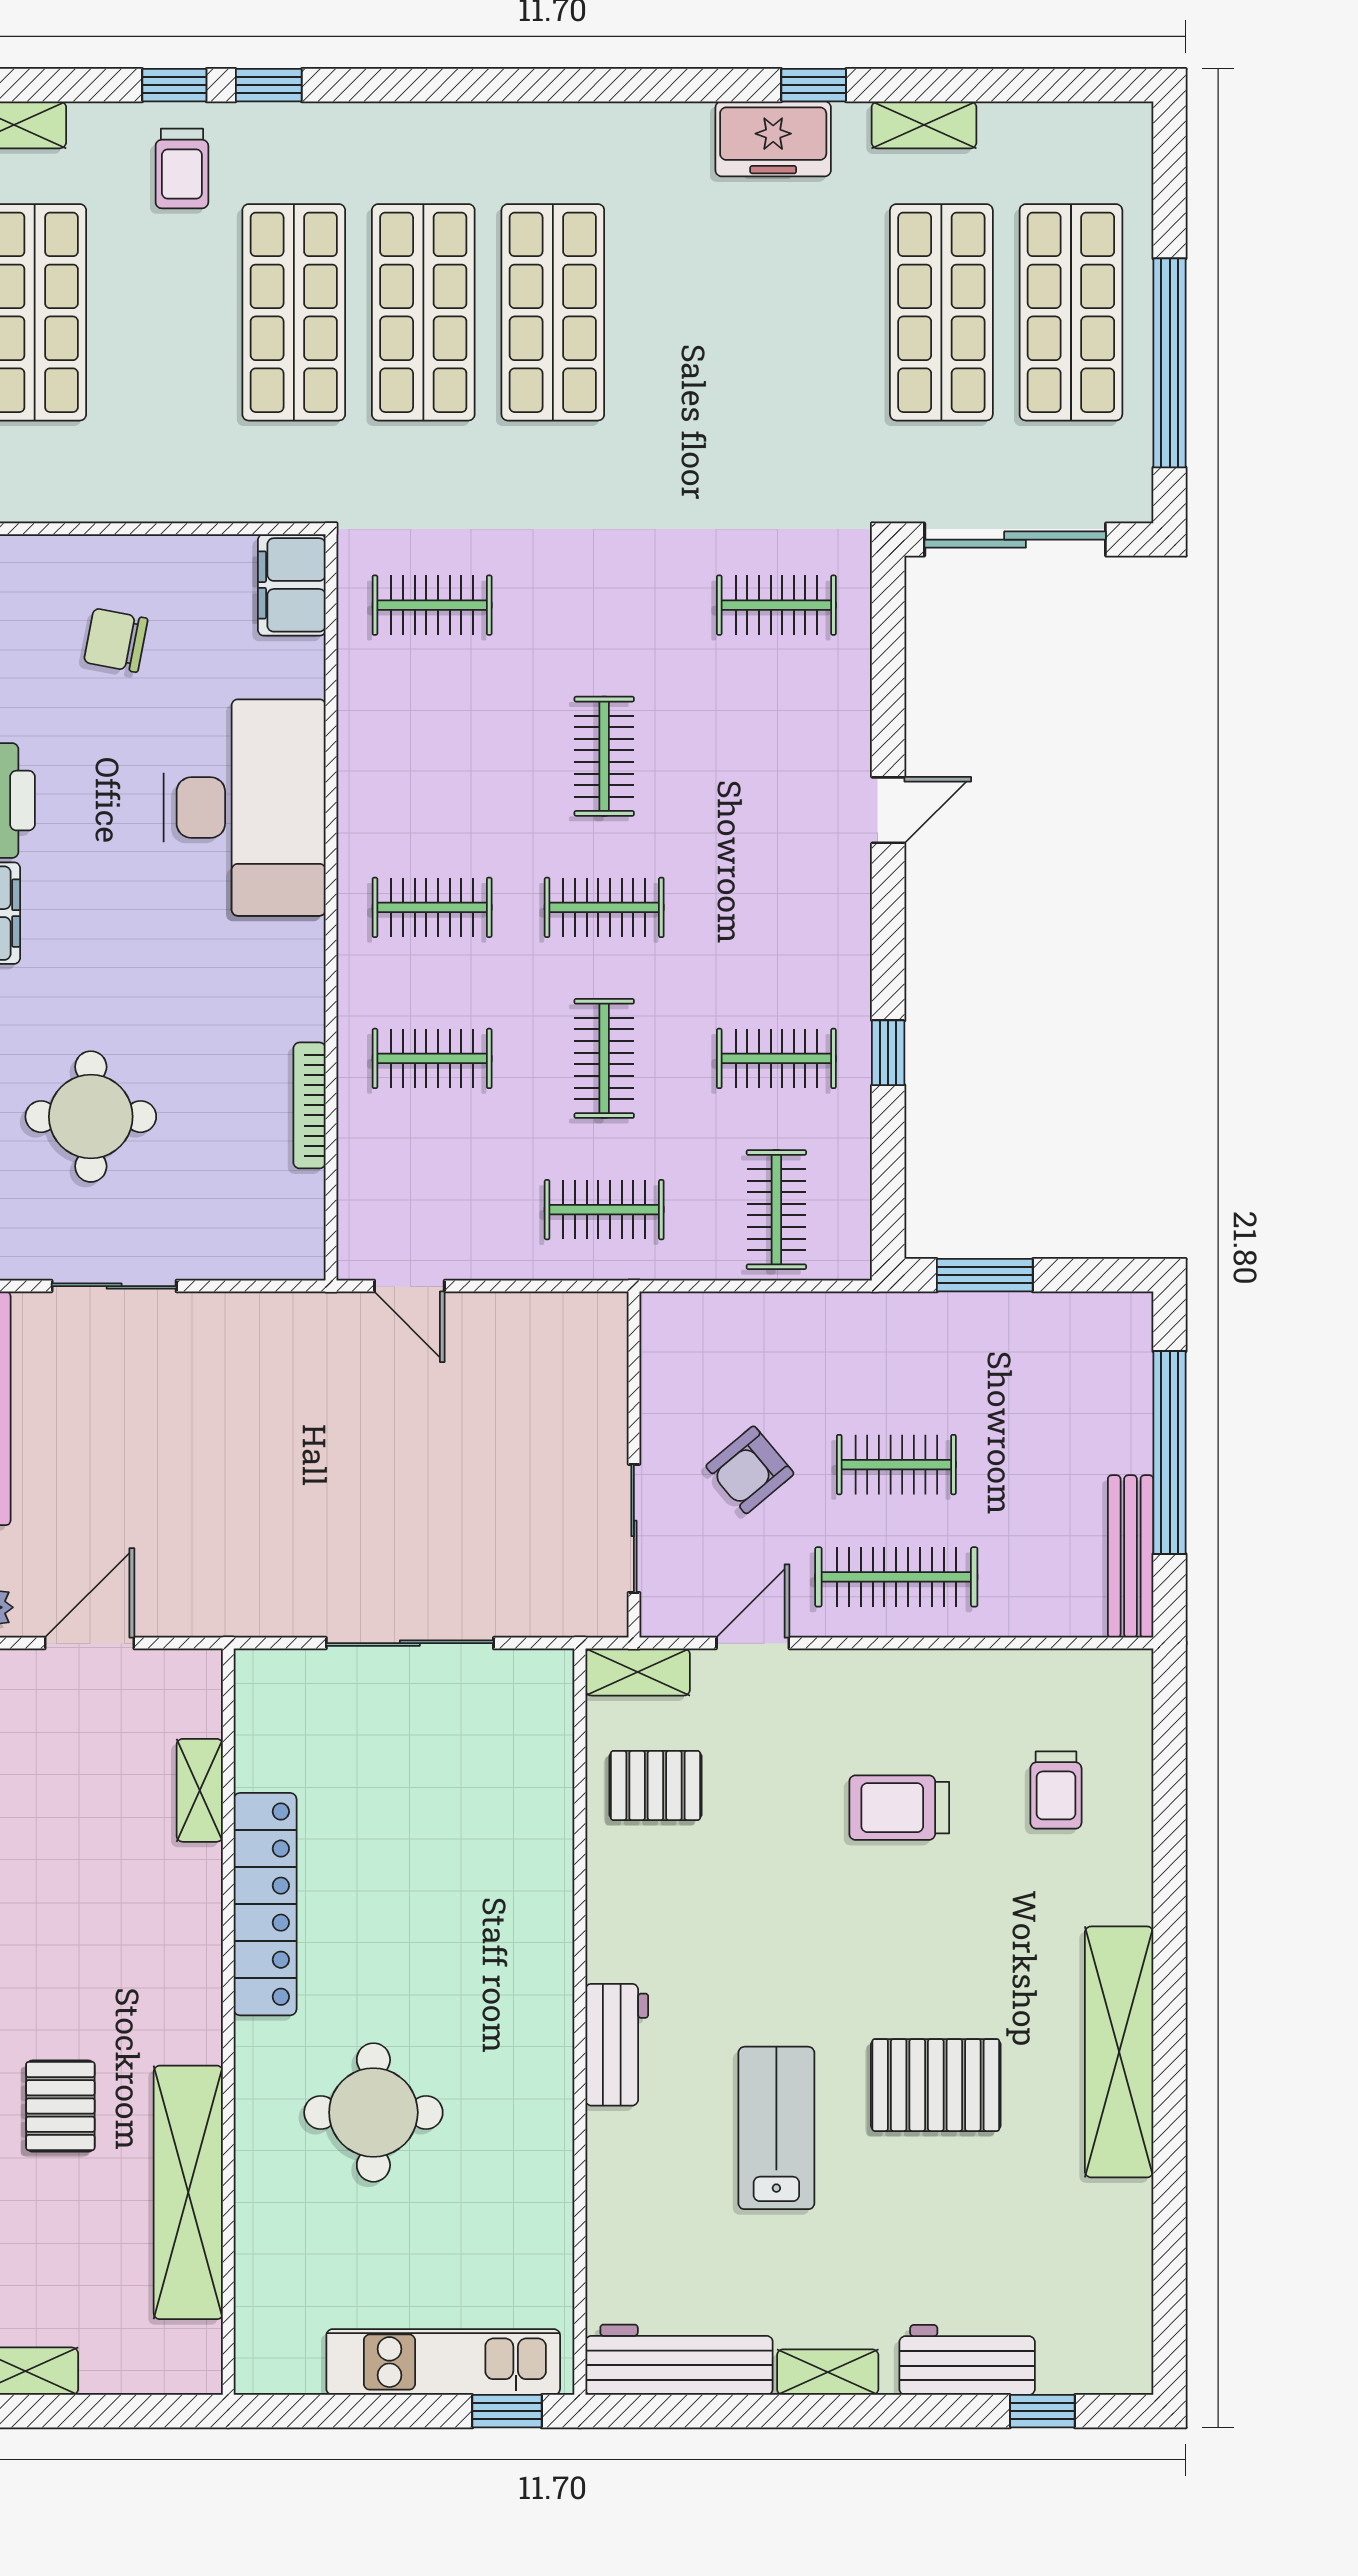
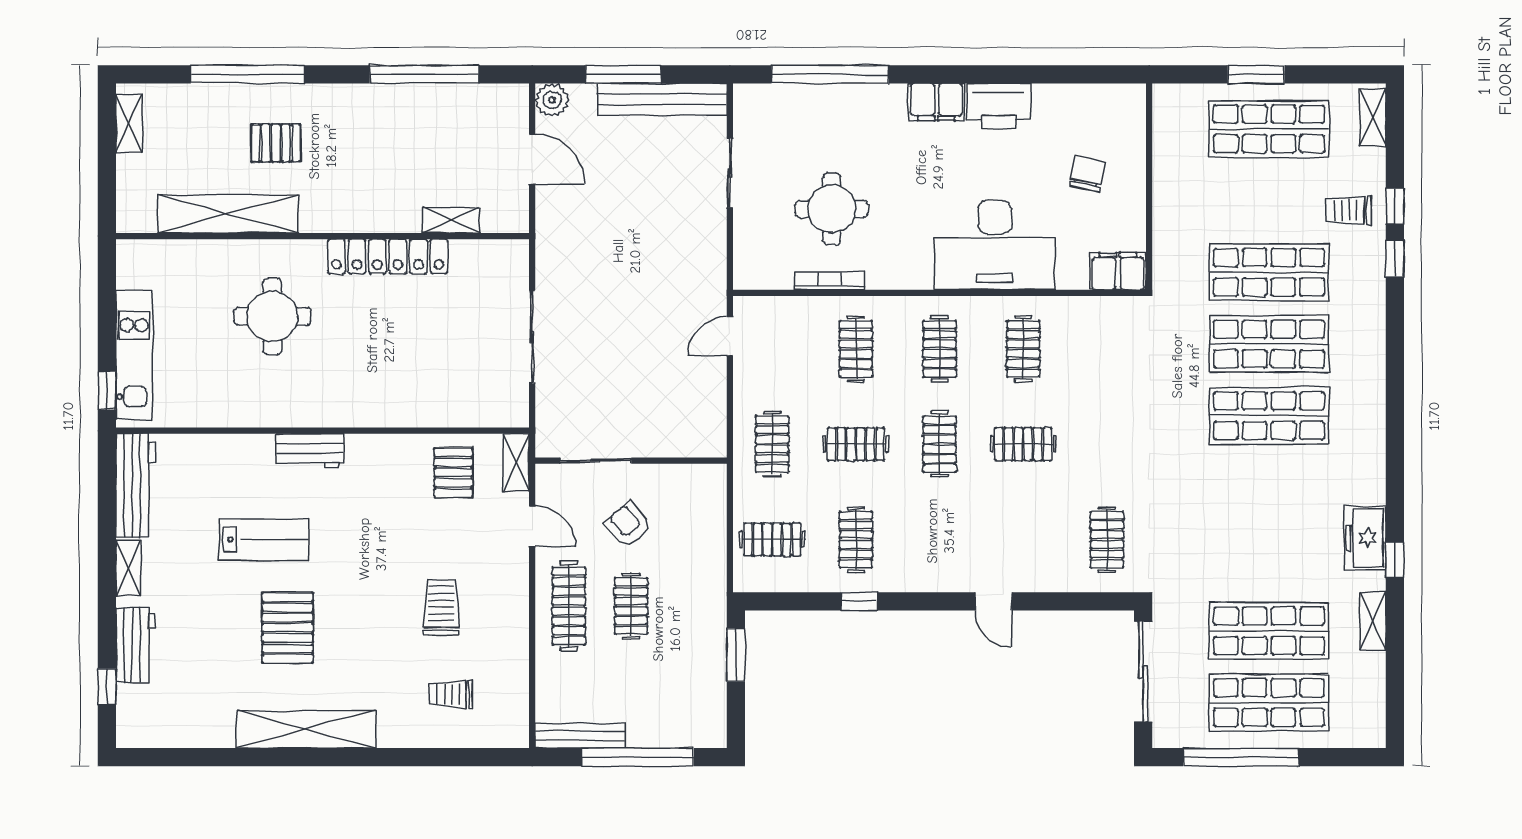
clothes rail: (432, 605) -> (1023, 349), moved
round table: (91, 1117) -> (832, 209), moved

